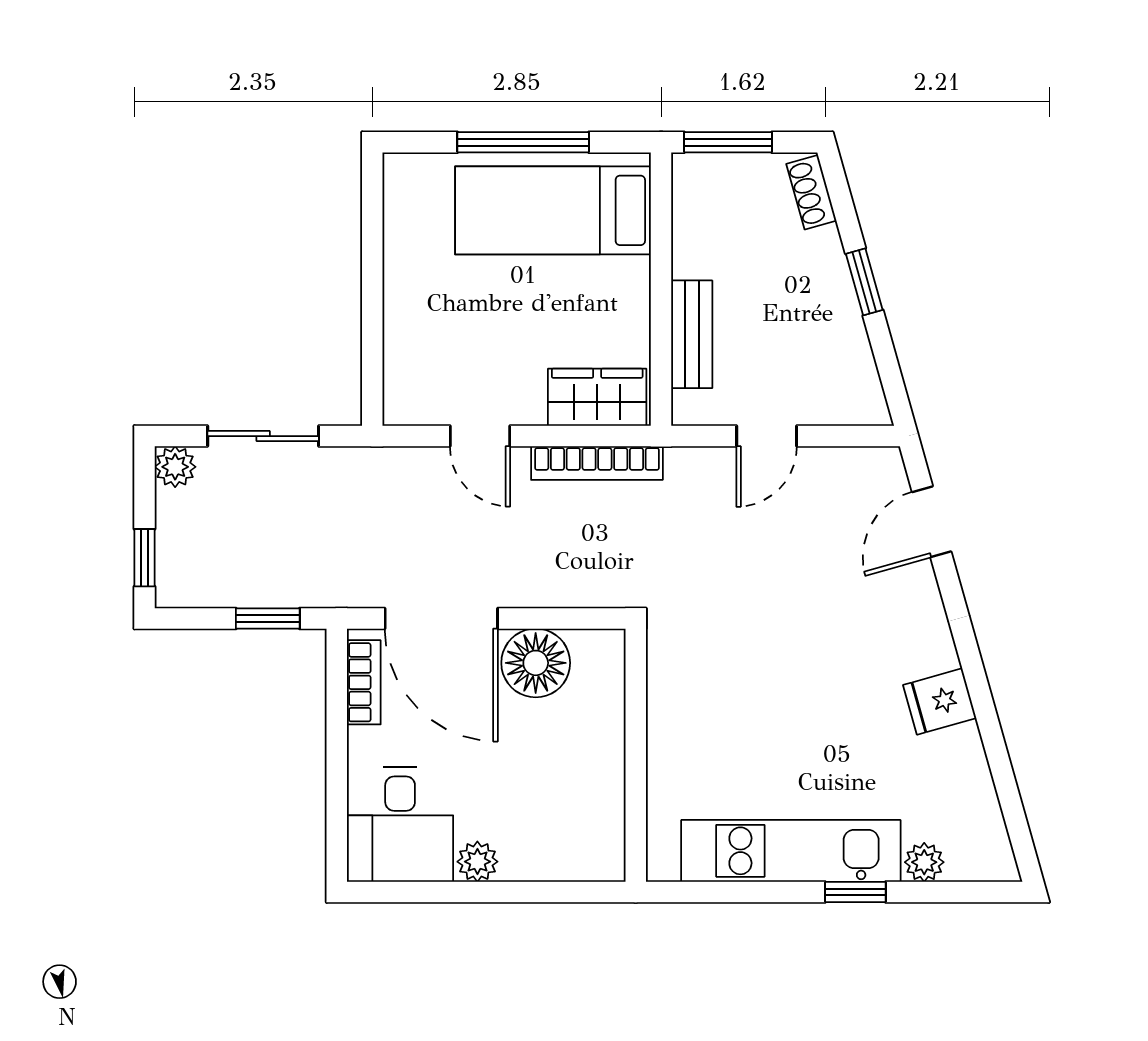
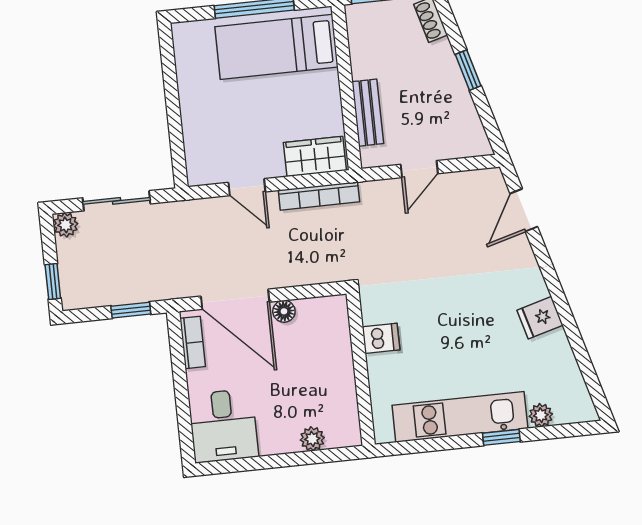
floor lamp: (536, 663) -> (284, 311), width x0.53, depth x0.53
dishwasher: (675, 708) -> (381, 338), added
plant: (477, 862) -> (312, 439), moved

